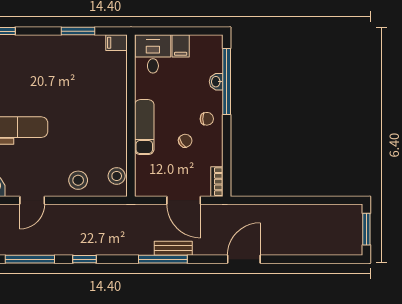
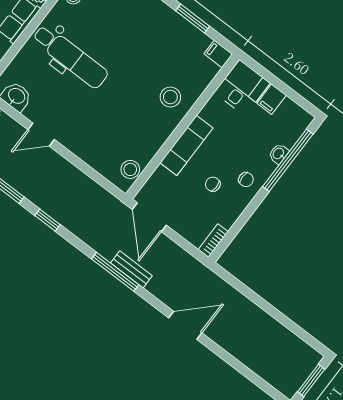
chair: (185, 141) -> (213, 184), turned -146
stool: (78, 180) -> (170, 97), moved
door: (184, 200) -> (149, 217), moved

